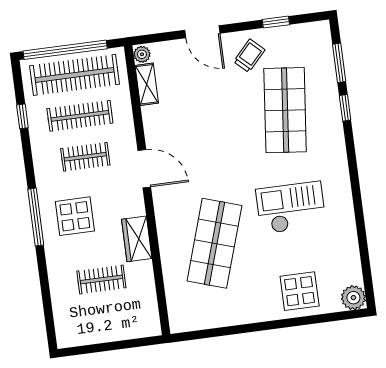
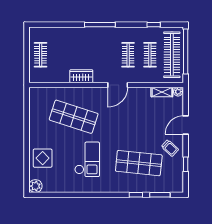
clothes rail: (80, 116) -> (150, 55), width x0.73
display table: (75, 216) -> (98, 45), removed
clothes rail: (101, 279) -> (41, 55), moved

